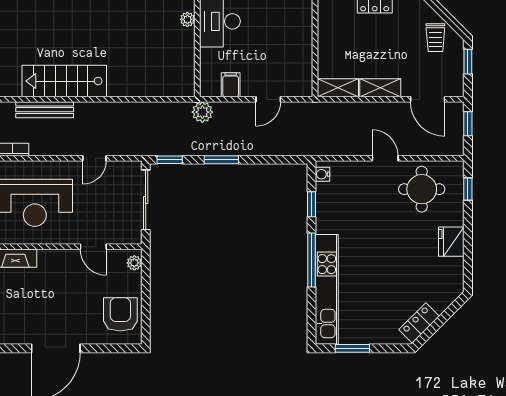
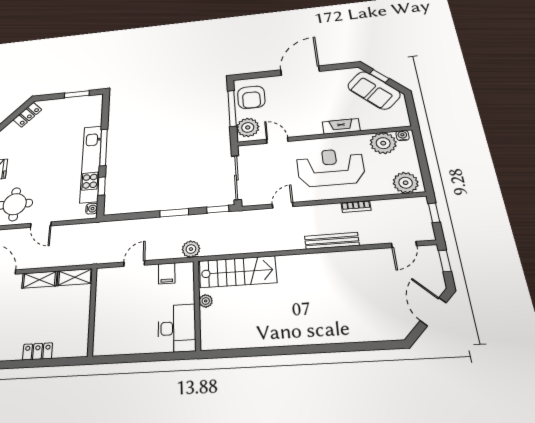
plant: (187, 19) -> (206, 301), moved
stairs: (64, 81) -> (238, 272), moved
plant: (134, 263) -> (248, 127), width x1.88, depth x1.88
kitchen unit: (327, 289) -> (91, 164), moved
window: (146, 300) -> (232, 108), added

